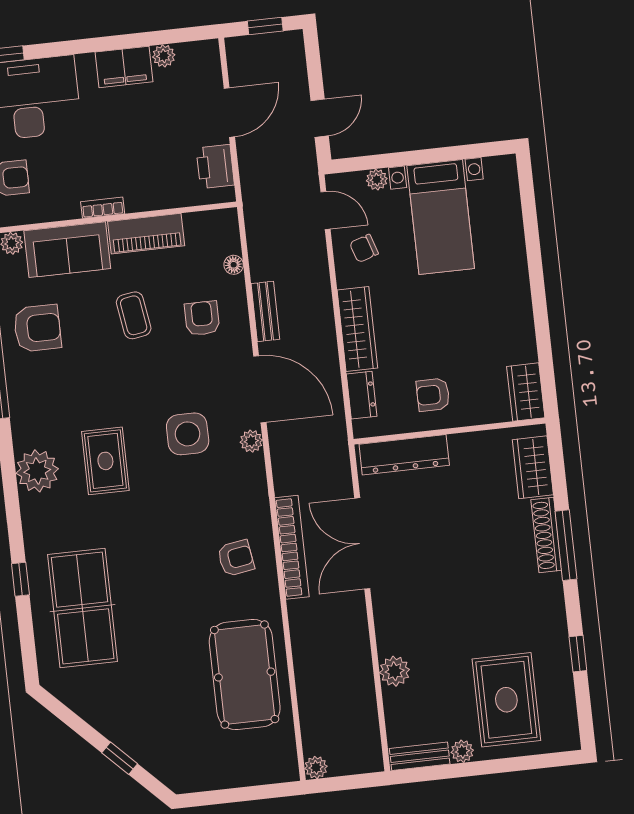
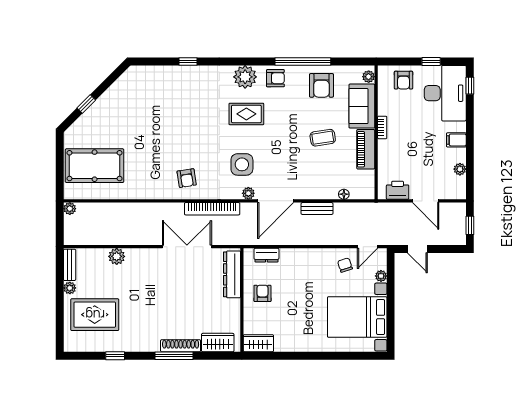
filing cabinet: (124, 67) -> (456, 140), width x0.50
bed with nightstands: (441, 217) -> (357, 317), width x1.36
armchair: (202, 318) -> (275, 78), moved
wardrobe: (357, 329) -> (302, 257), removed
side table: (188, 434) -> (242, 164), moved
bookcase: (292, 547) -> (212, 209), moved
table tennis table: (83, 608) -> (169, 93), removed
pool table: (245, 675) -> (95, 166), moved

